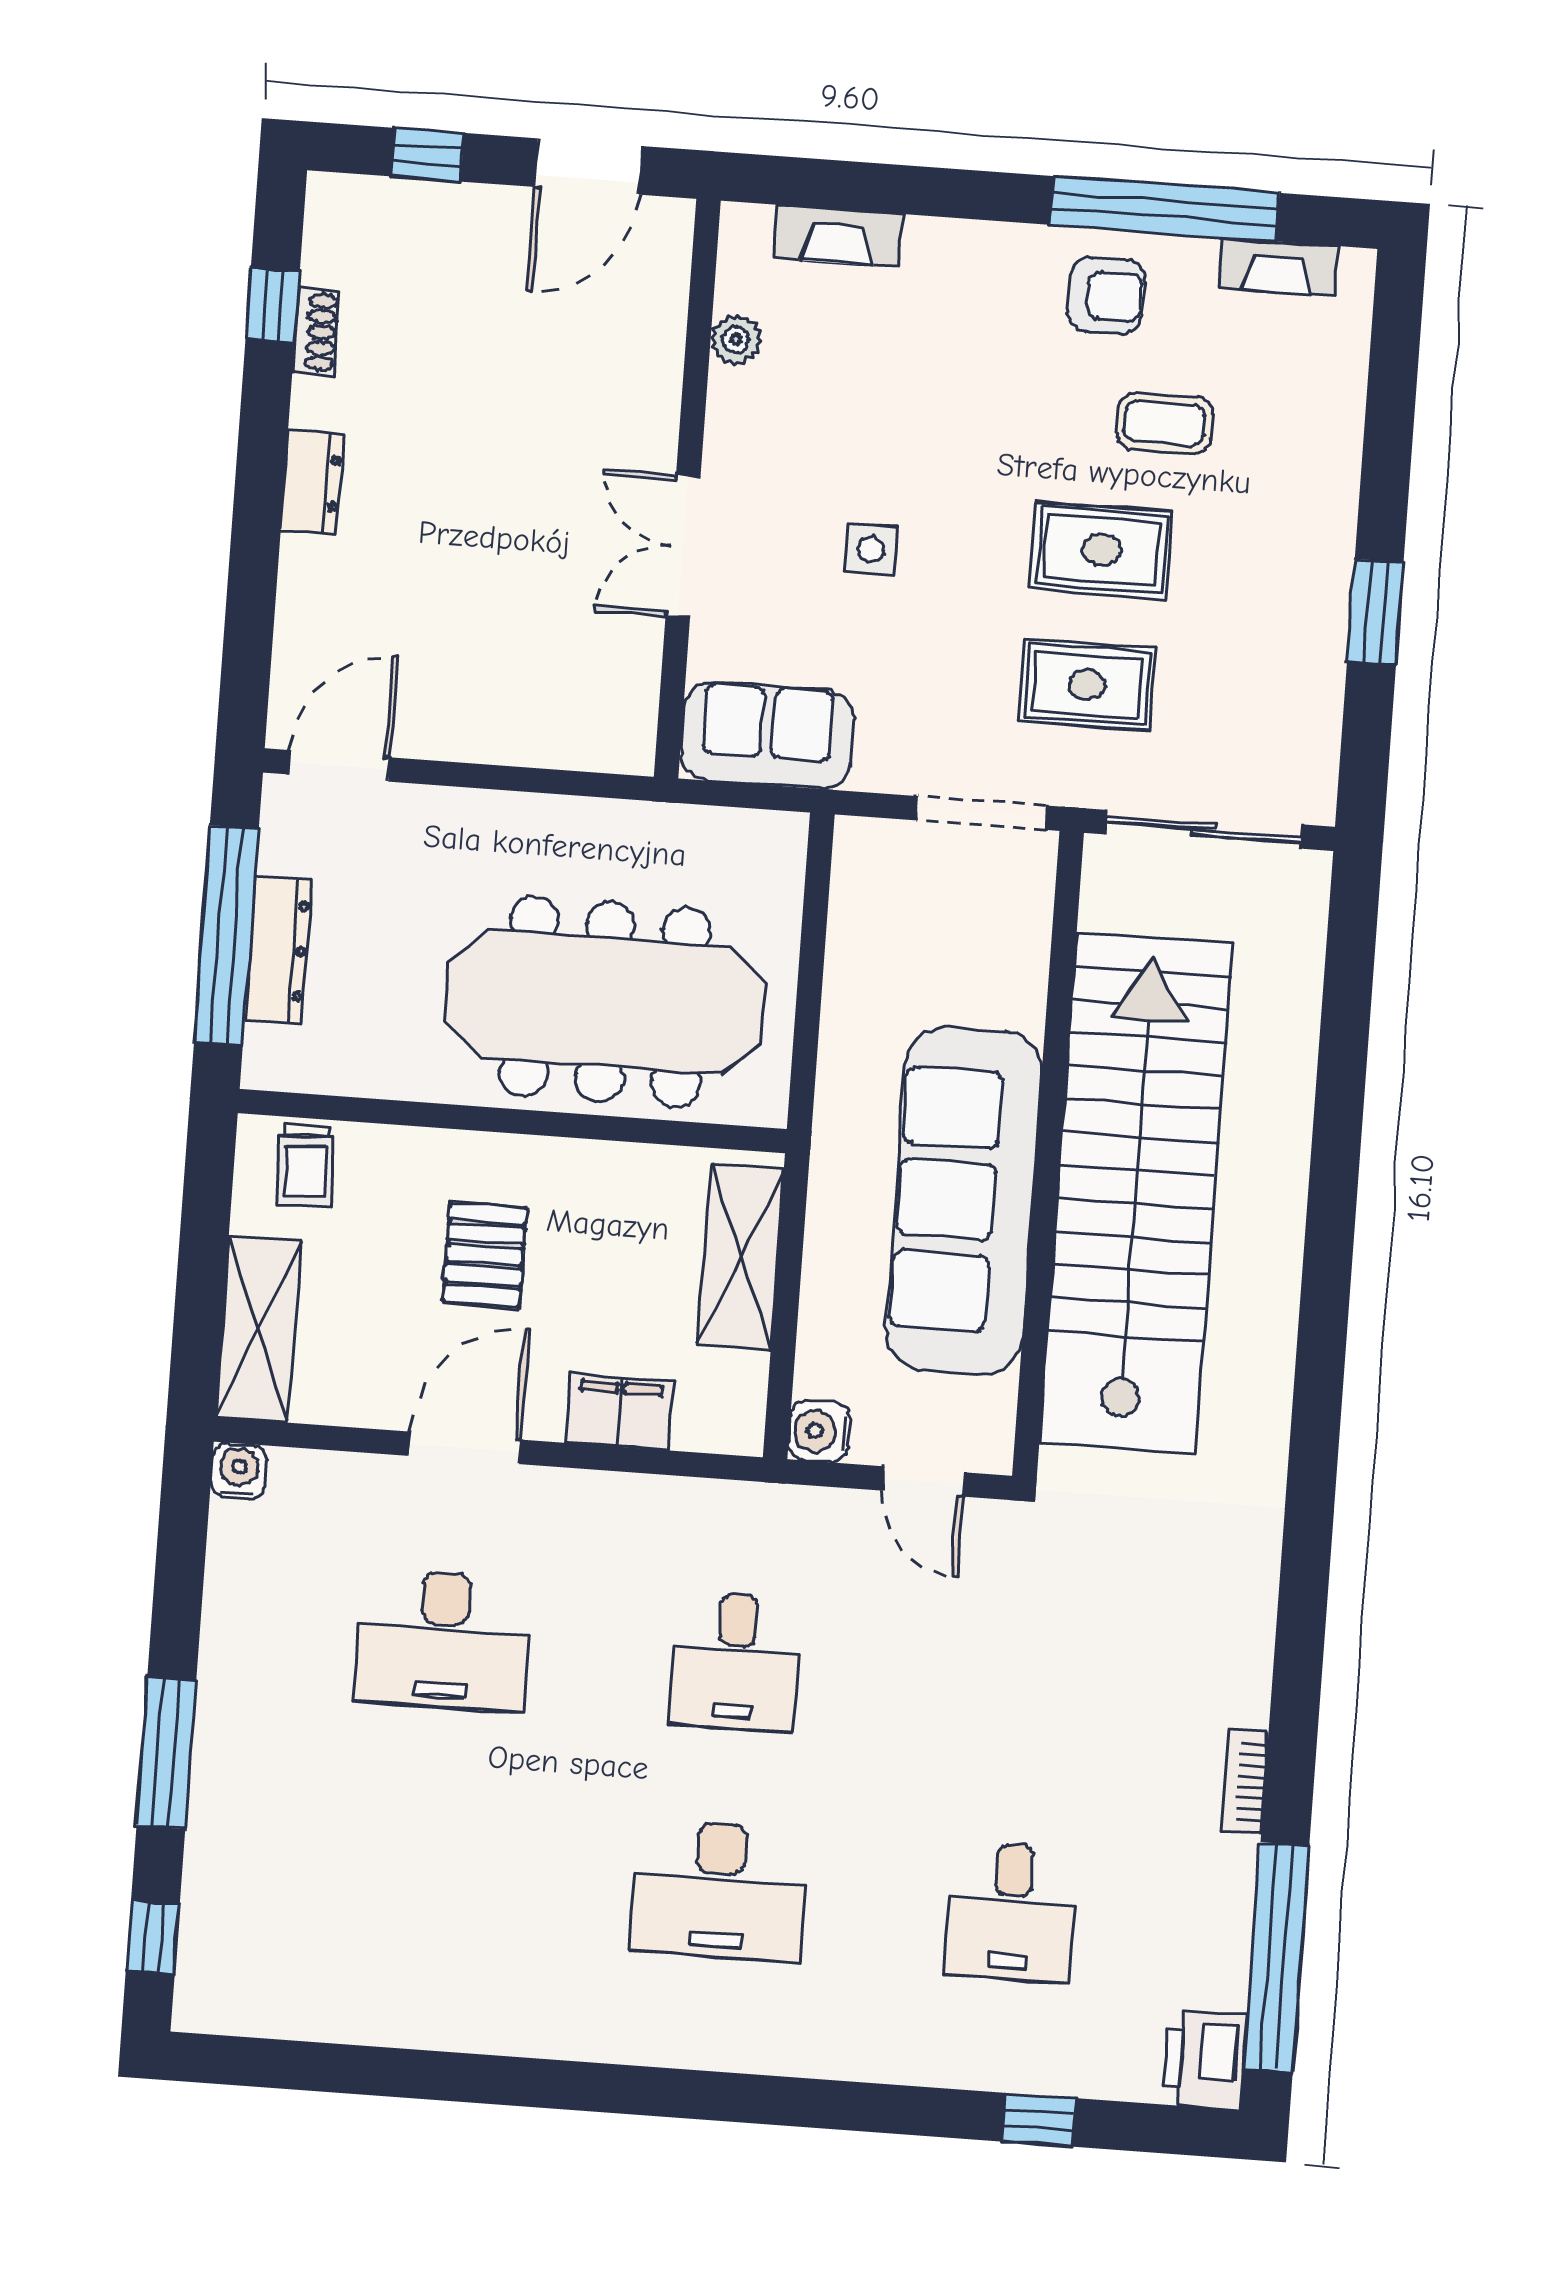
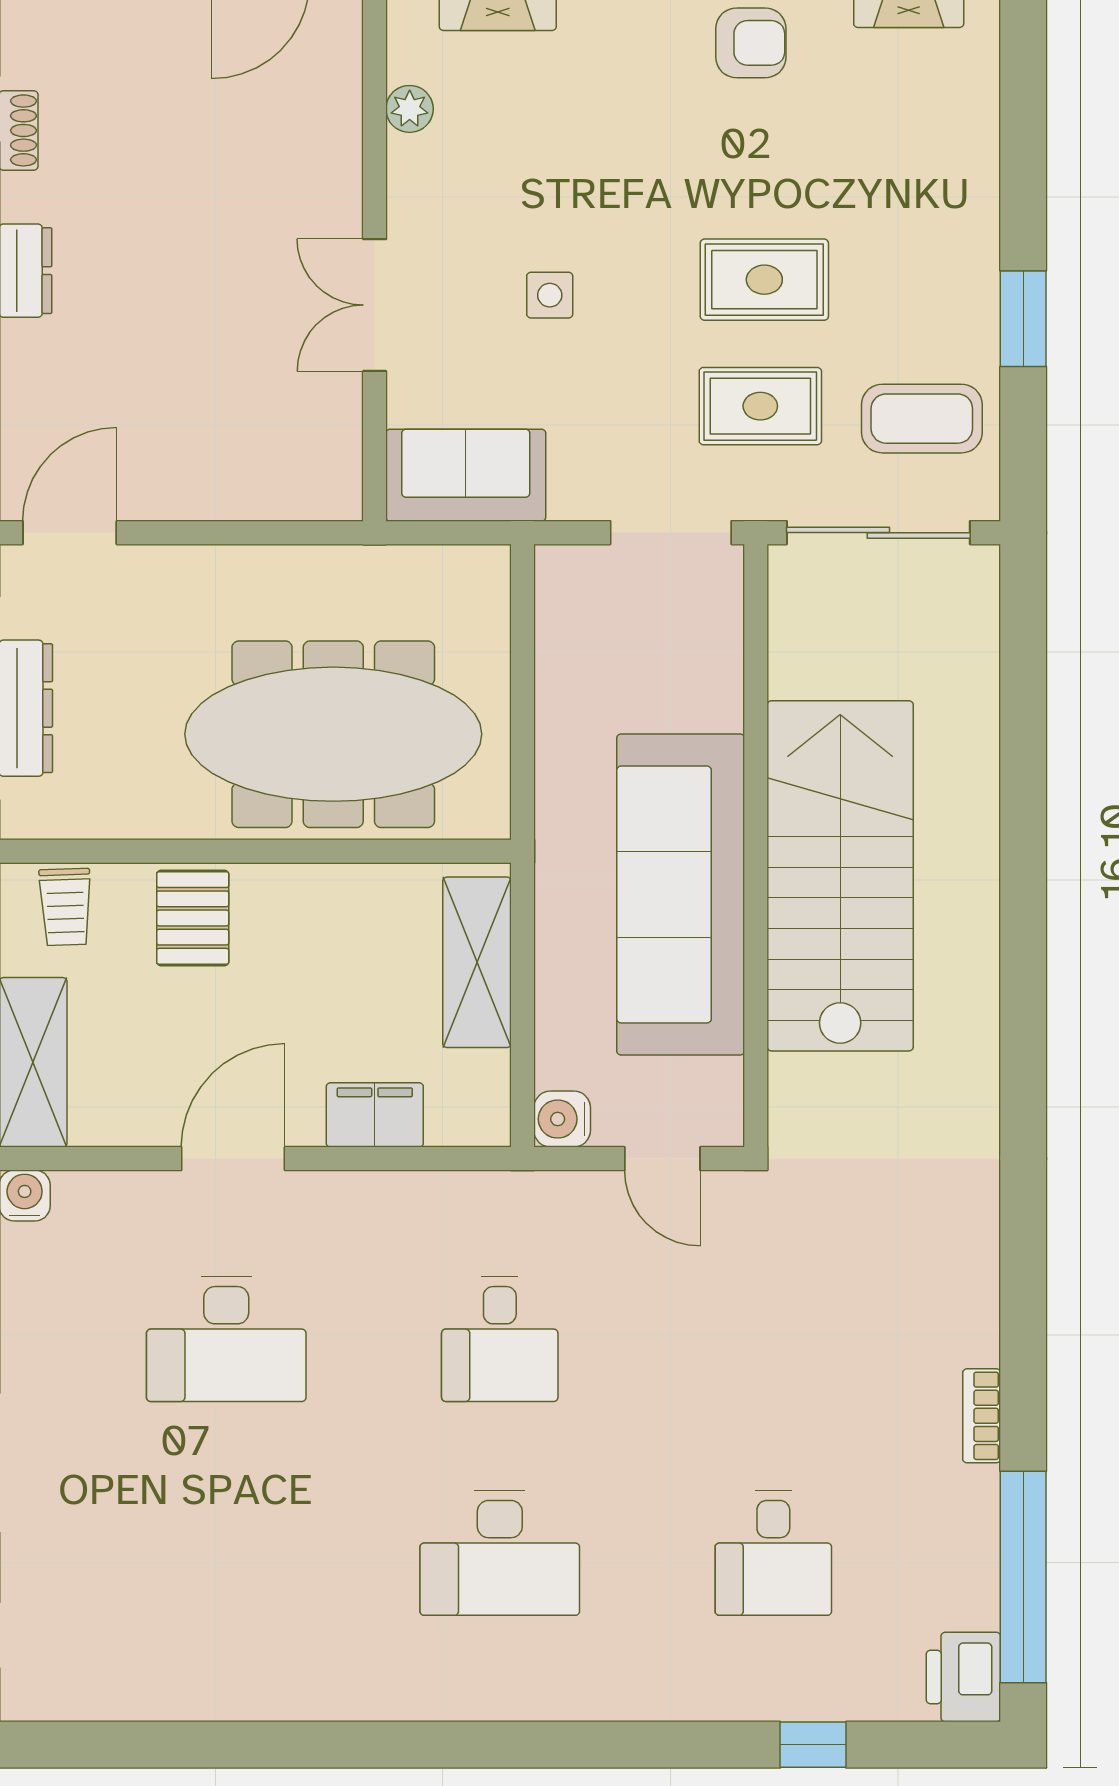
coffee table: (1165, 423) -> (922, 419), moved, width x1.36, depth x1.30
stairs: (1136, 1193) -> (840, 876), width x0.73
pallet: (485, 1255) -> (193, 918), moved

